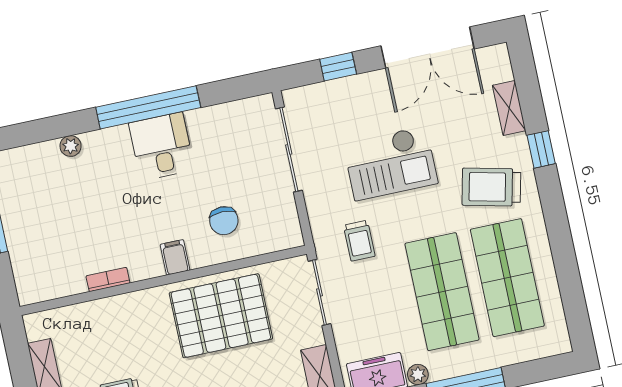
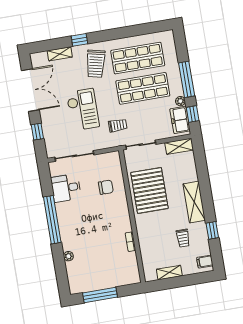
desk: (162, 146) -> (66, 188), moved
filing cabinet: (175, 257) -> (122, 210), removed

